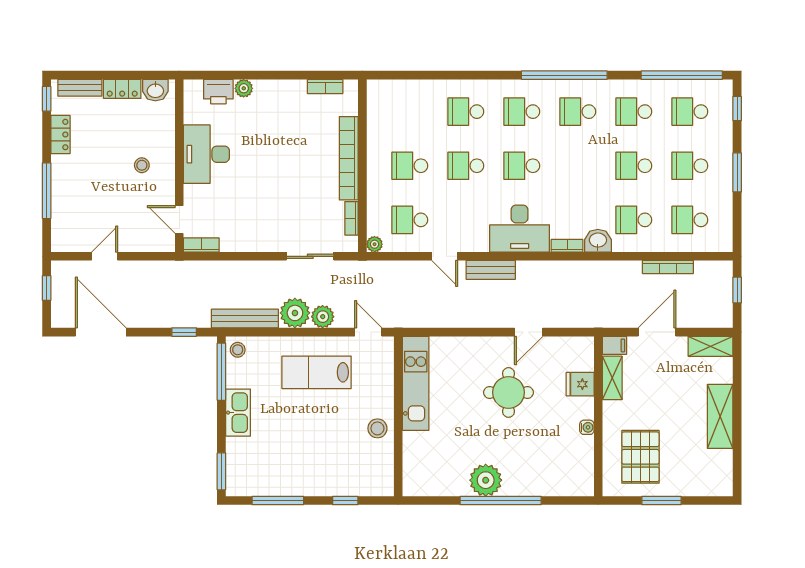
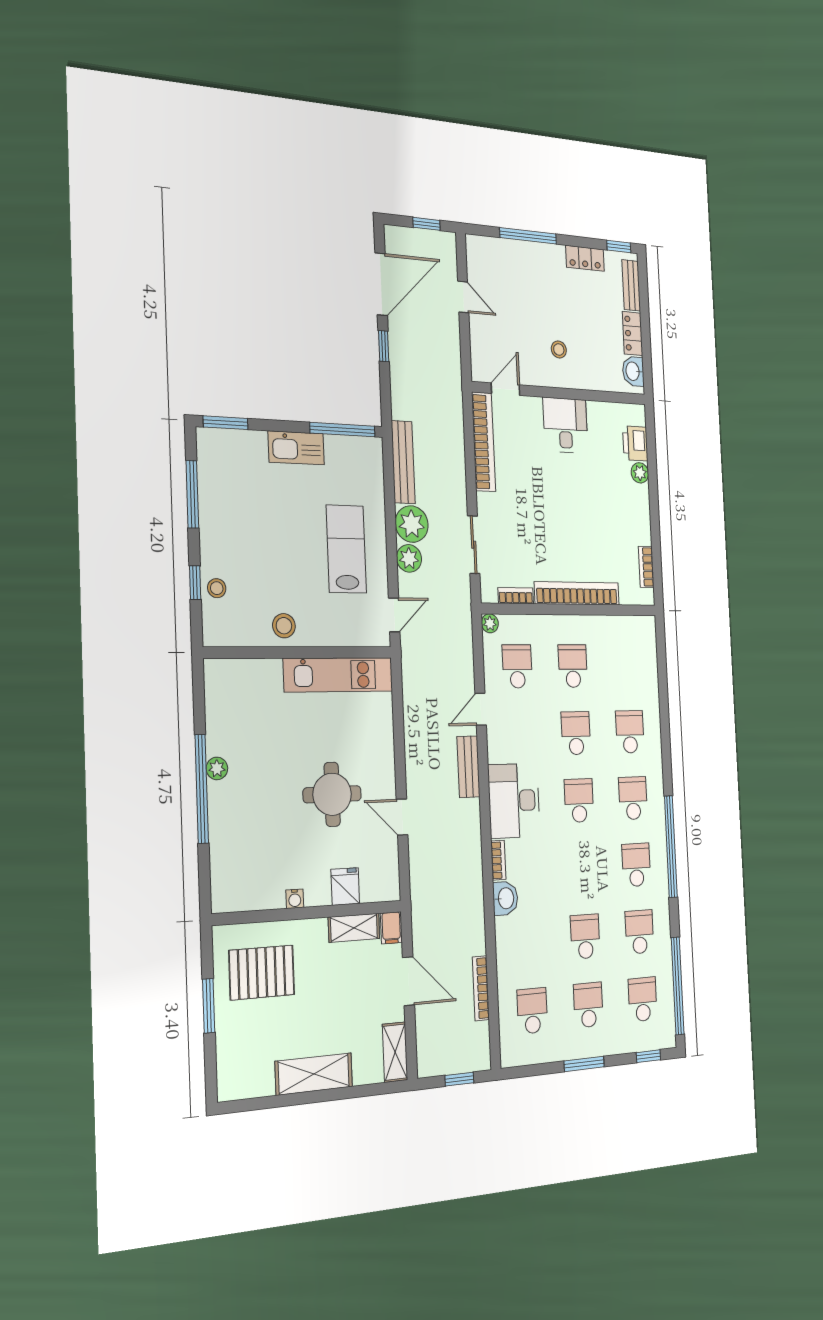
desk: (206, 154) -> (565, 425), width x0.73
school desk: (634, 220) -> (529, 941), removed
bookcase: (201, 245) -> (484, 442), width x2.31, depth x1.31
window: (184, 332) -> (384, 346), moved
stool: (238, 350) -> (217, 588), moved
plant: (486, 480) -> (217, 768), width x0.53, depth x0.53

